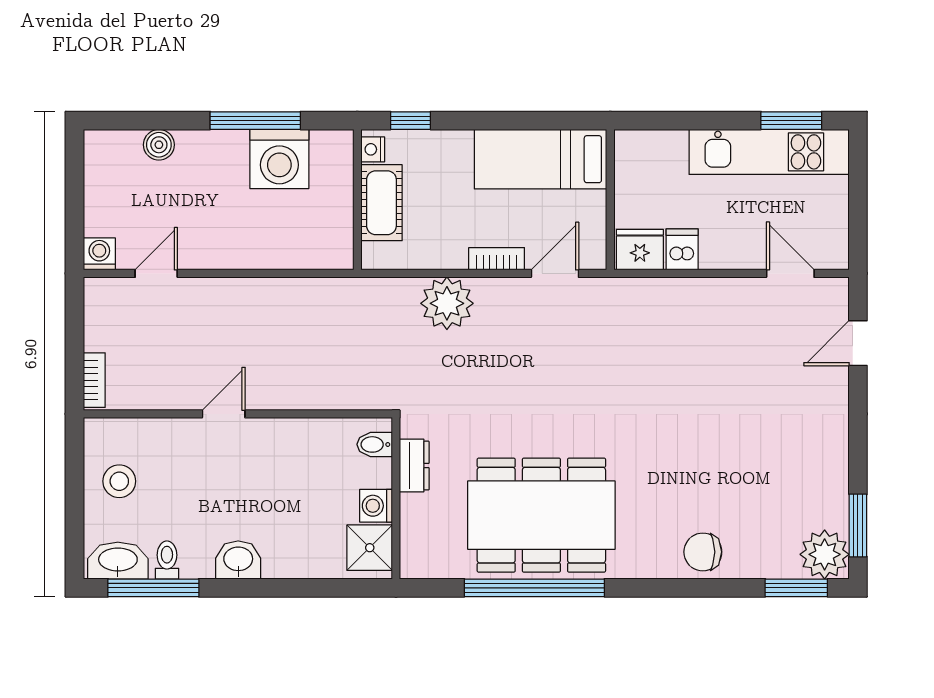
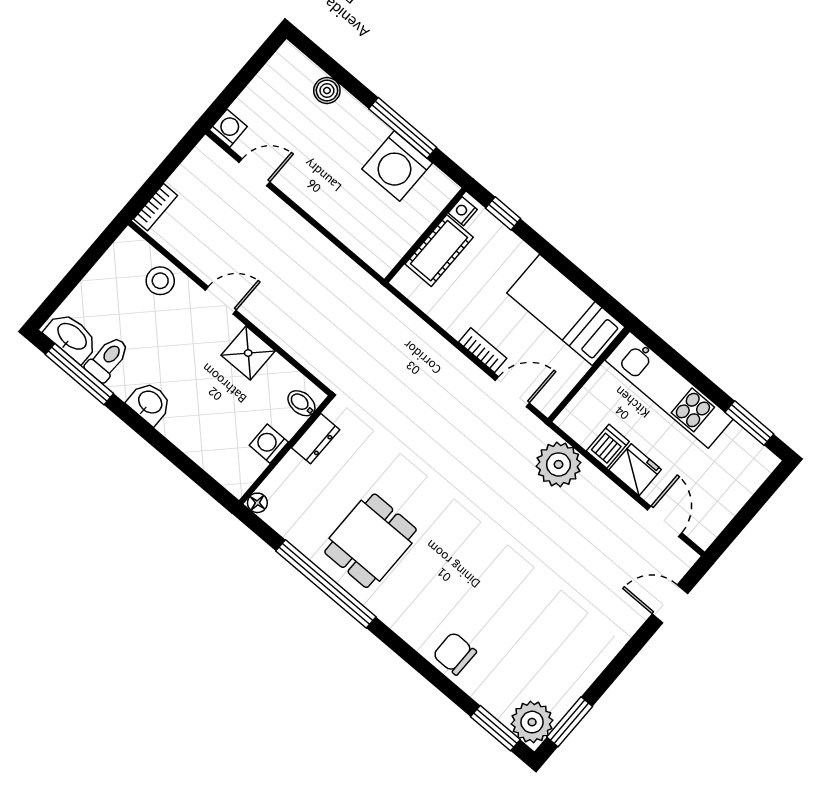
kitchen unit: (769, 152) -> (669, 390), moved
fridge: (640, 250) -> (635, 470), moved
plant: (447, 303) -> (559, 464), moved
stool: (119, 481) -> (160, 281), moved
dining table: (541, 515) -> (370, 541), width x0.53, depth x0.80
shower: (370, 548) -> (248, 353), moved
toilet: (167, 560) -> (108, 359), width x1.37, depth x1.39
floor lamp: (411, 567) -> (257, 503), added

